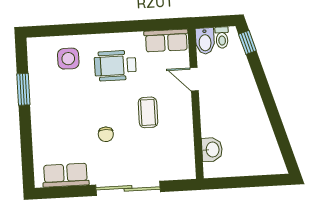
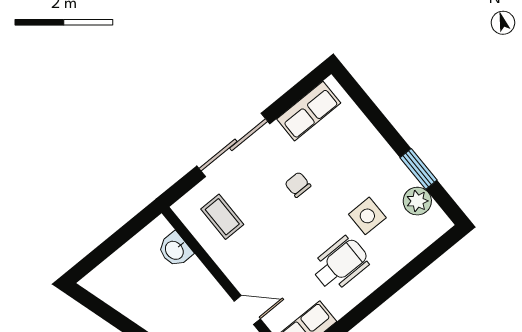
side table: (68, 59) -> (367, 216), moved
plant: (39, 70) -> (417, 201), added
coffee table: (148, 112) -> (222, 217), moved

